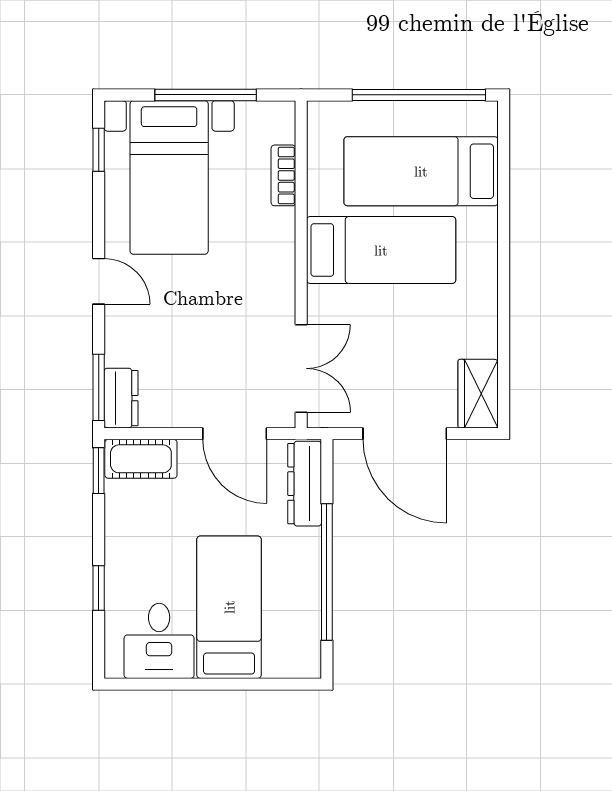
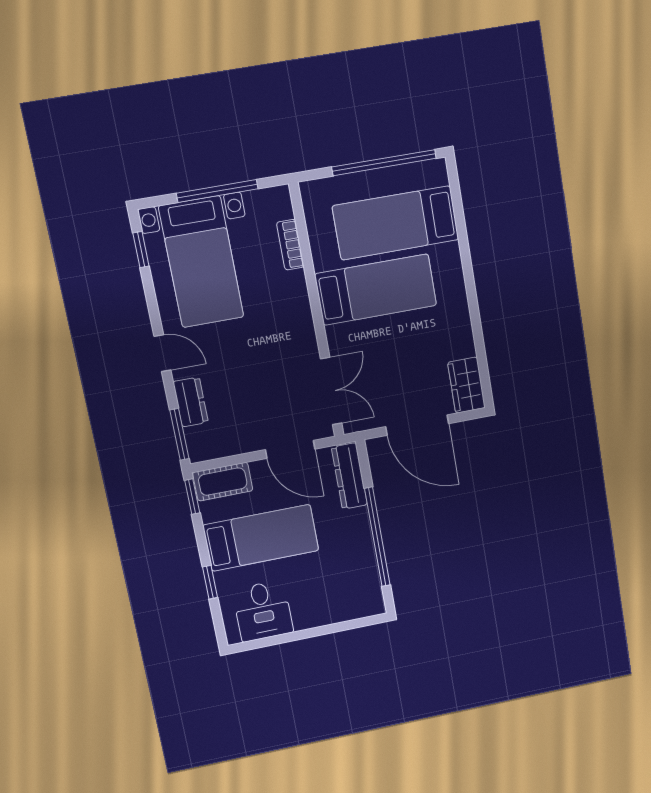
dresser: (121, 398) -> (191, 402), moved
bed: (229, 607) -> (261, 538), moved, turned 90

